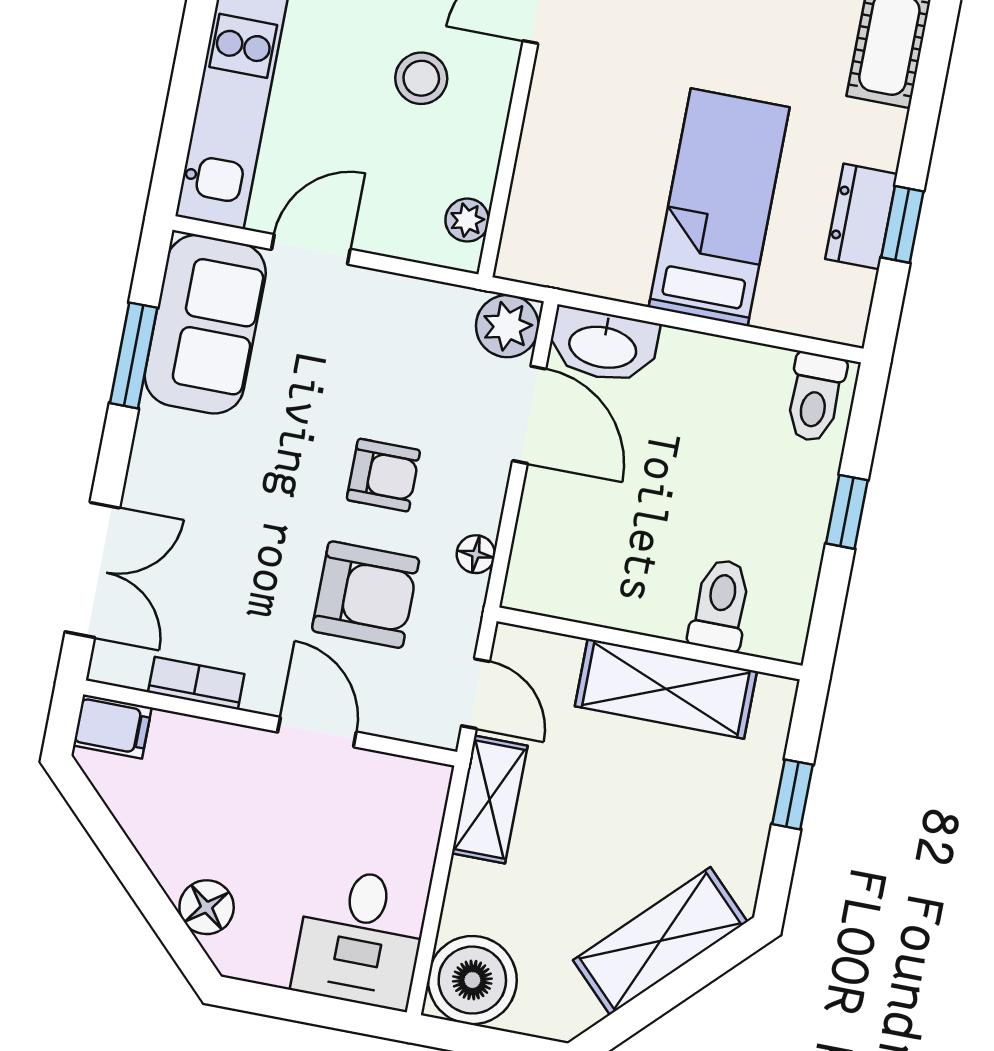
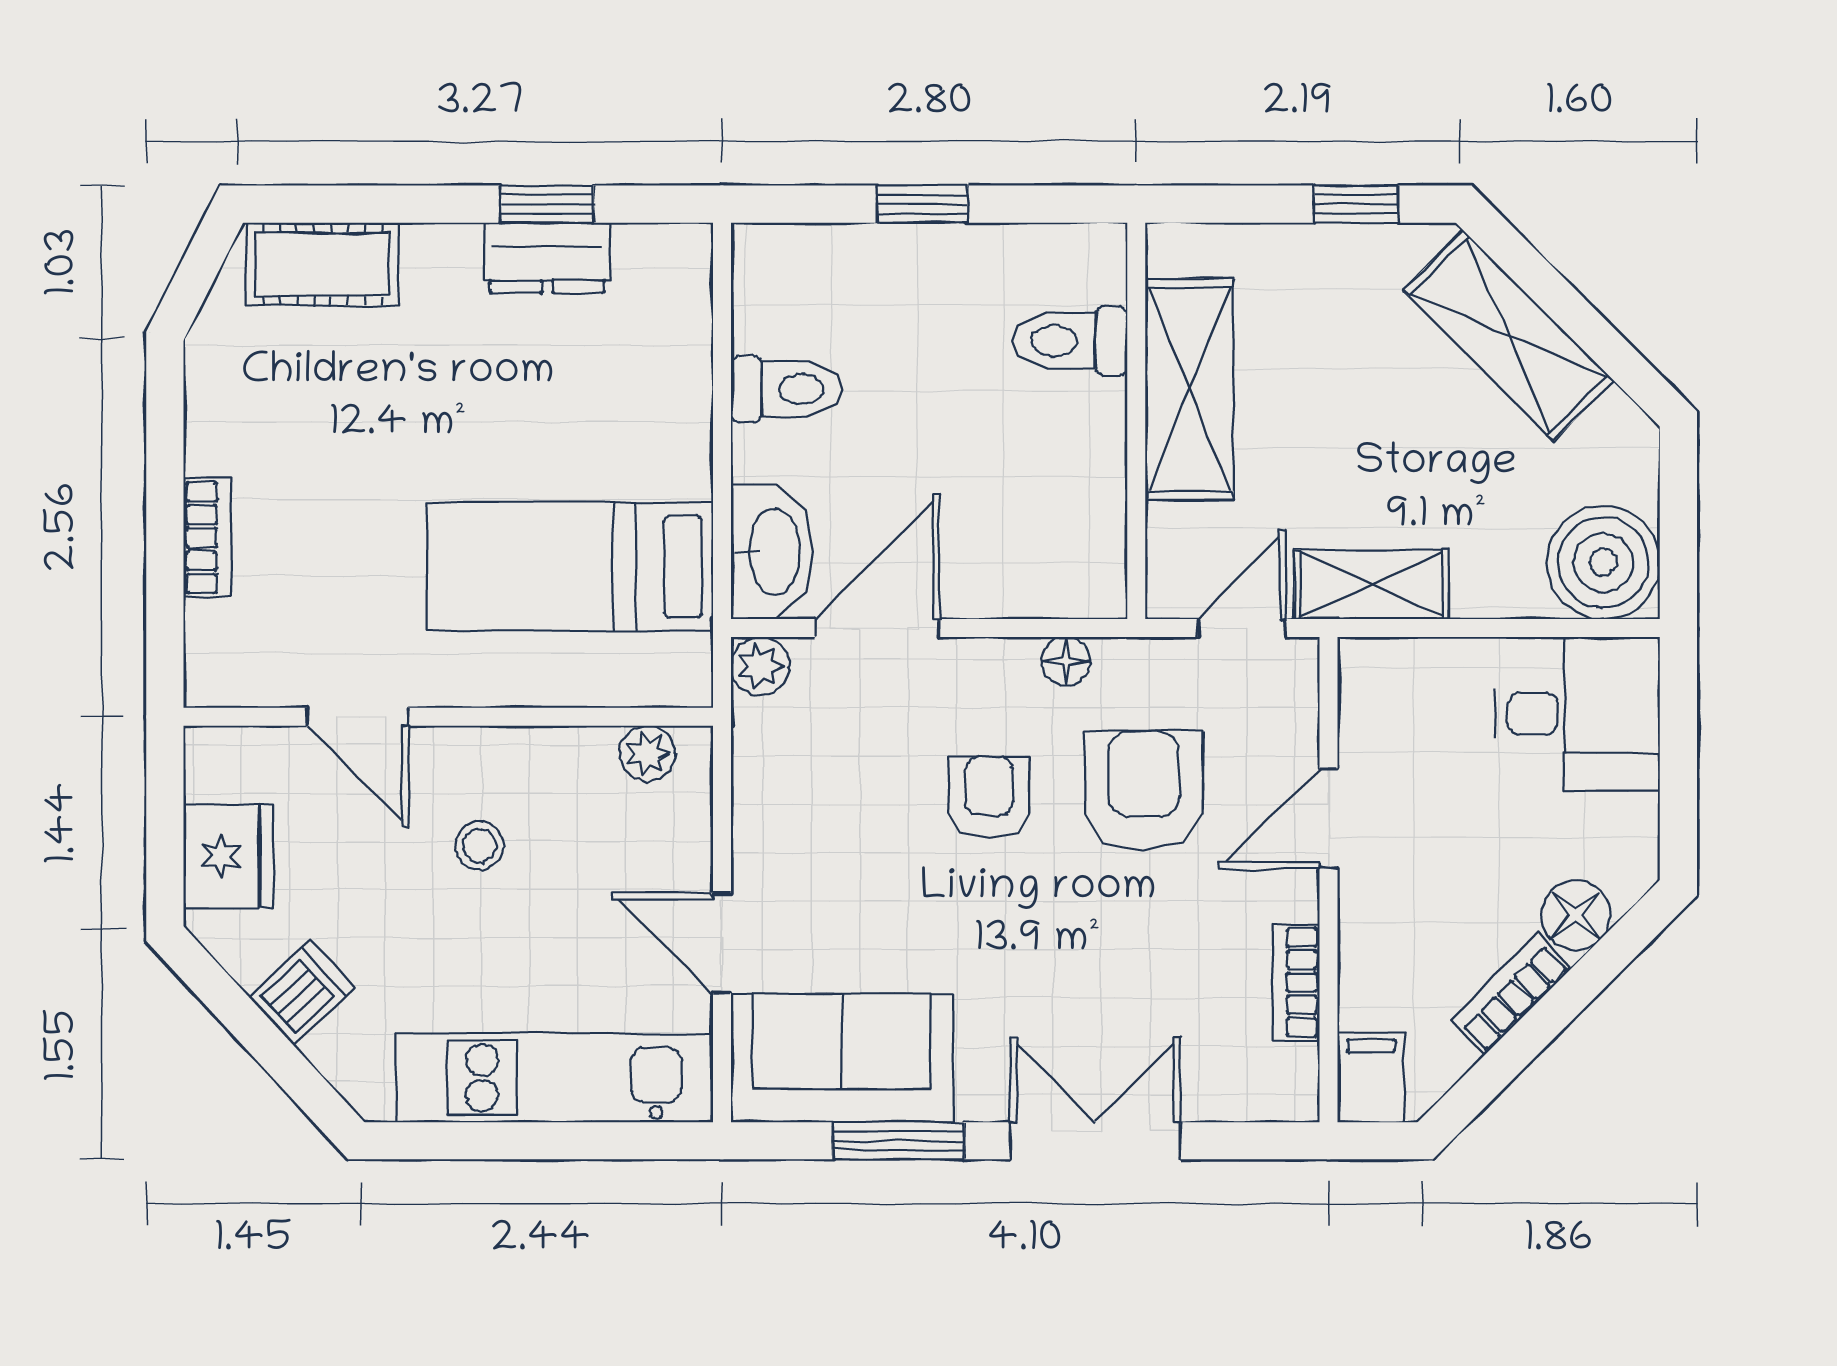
stool: (421, 78) -> (480, 846), width x0.73, depth x0.73
bed: (719, 207) -> (570, 567), moved
plant: (507, 326) -> (760, 666), width x0.73, depth x0.73
toilet: (815, 397) -> (786, 389), moved
double door: (92, 570) -> (1095, 1141), moved
window: (793, 794) -> (1356, 204), moved
bookcase: (155, 846) -> (1511, 994), added

